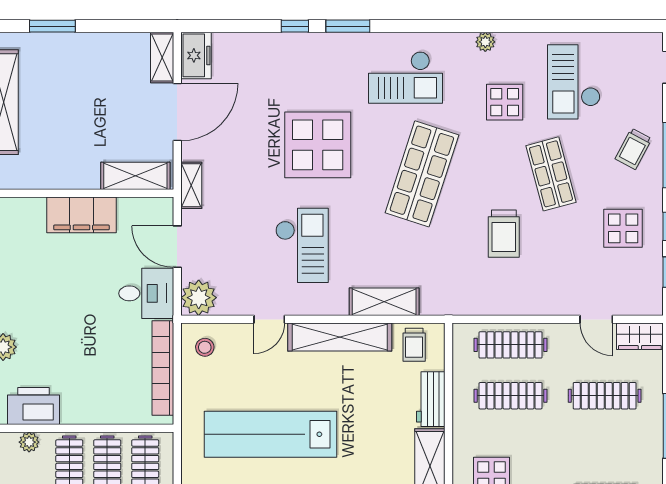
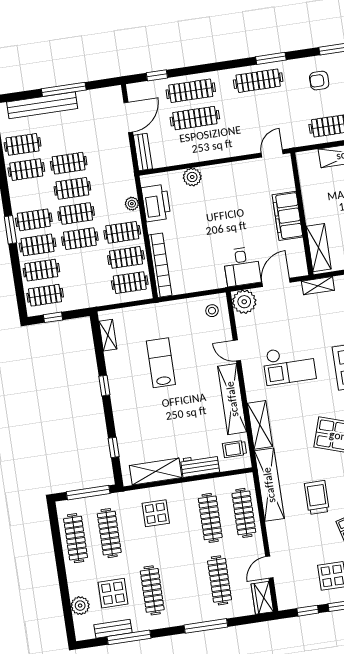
trolley: (504, 234) -> (317, 497), turned 90
shelving: (474, 301) -> (269, 485), added
bookcase: (163, 368) -> (160, 265), moved, turned 90
lab bench: (270, 434) -> (161, 363), width x0.54, depth x0.72

